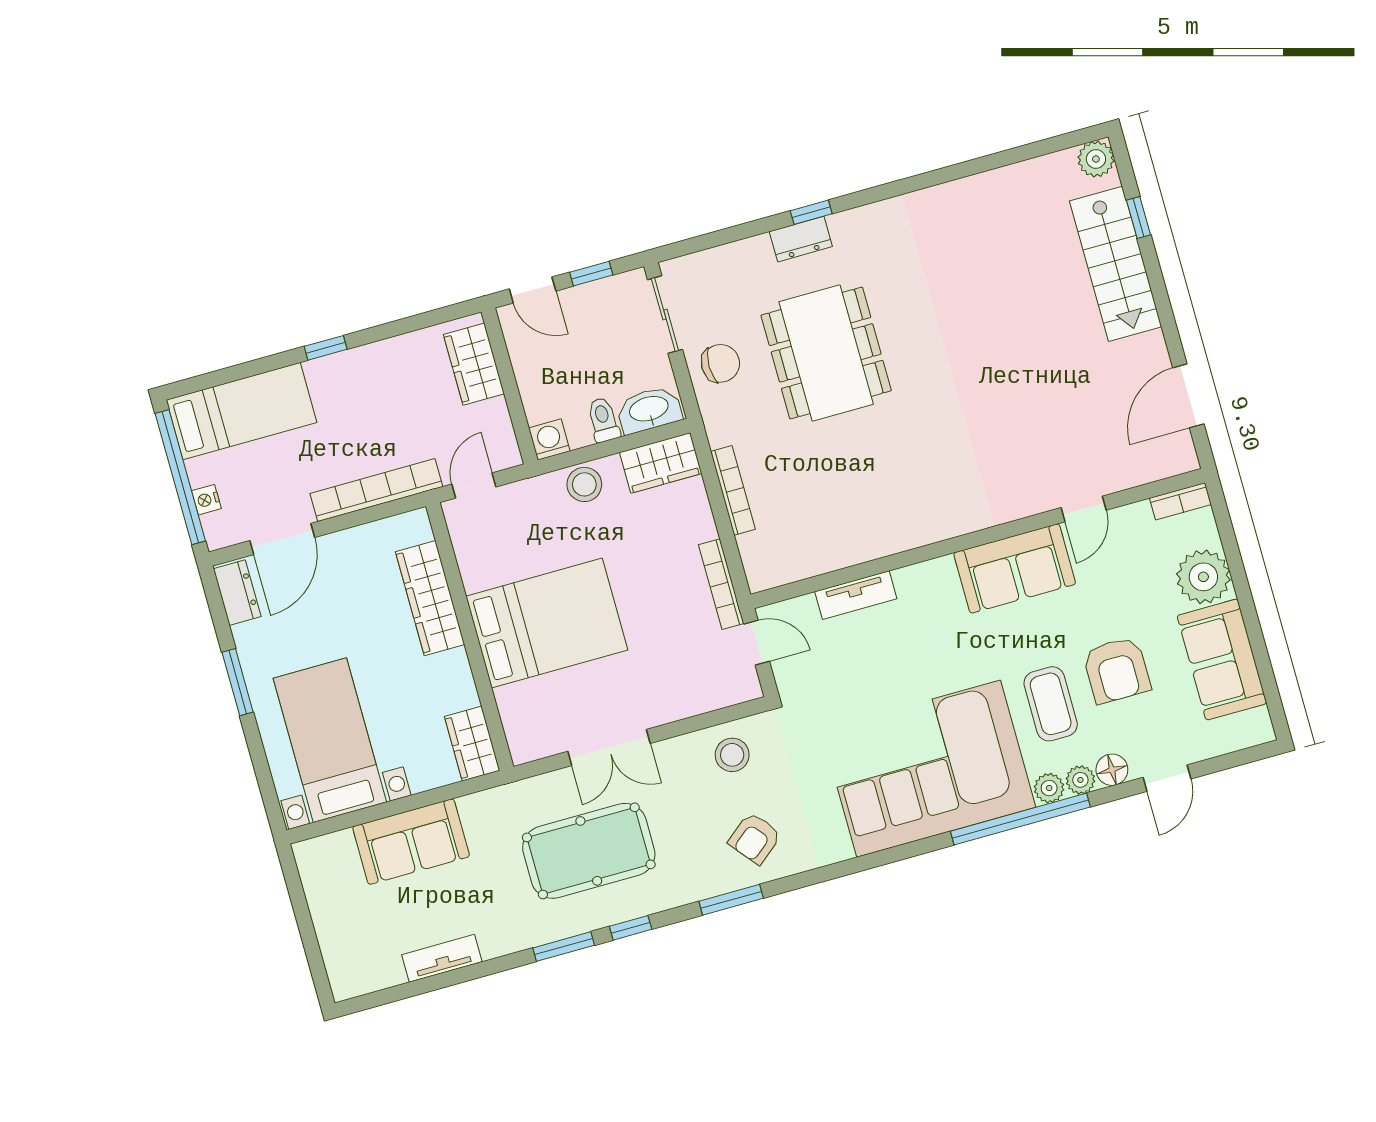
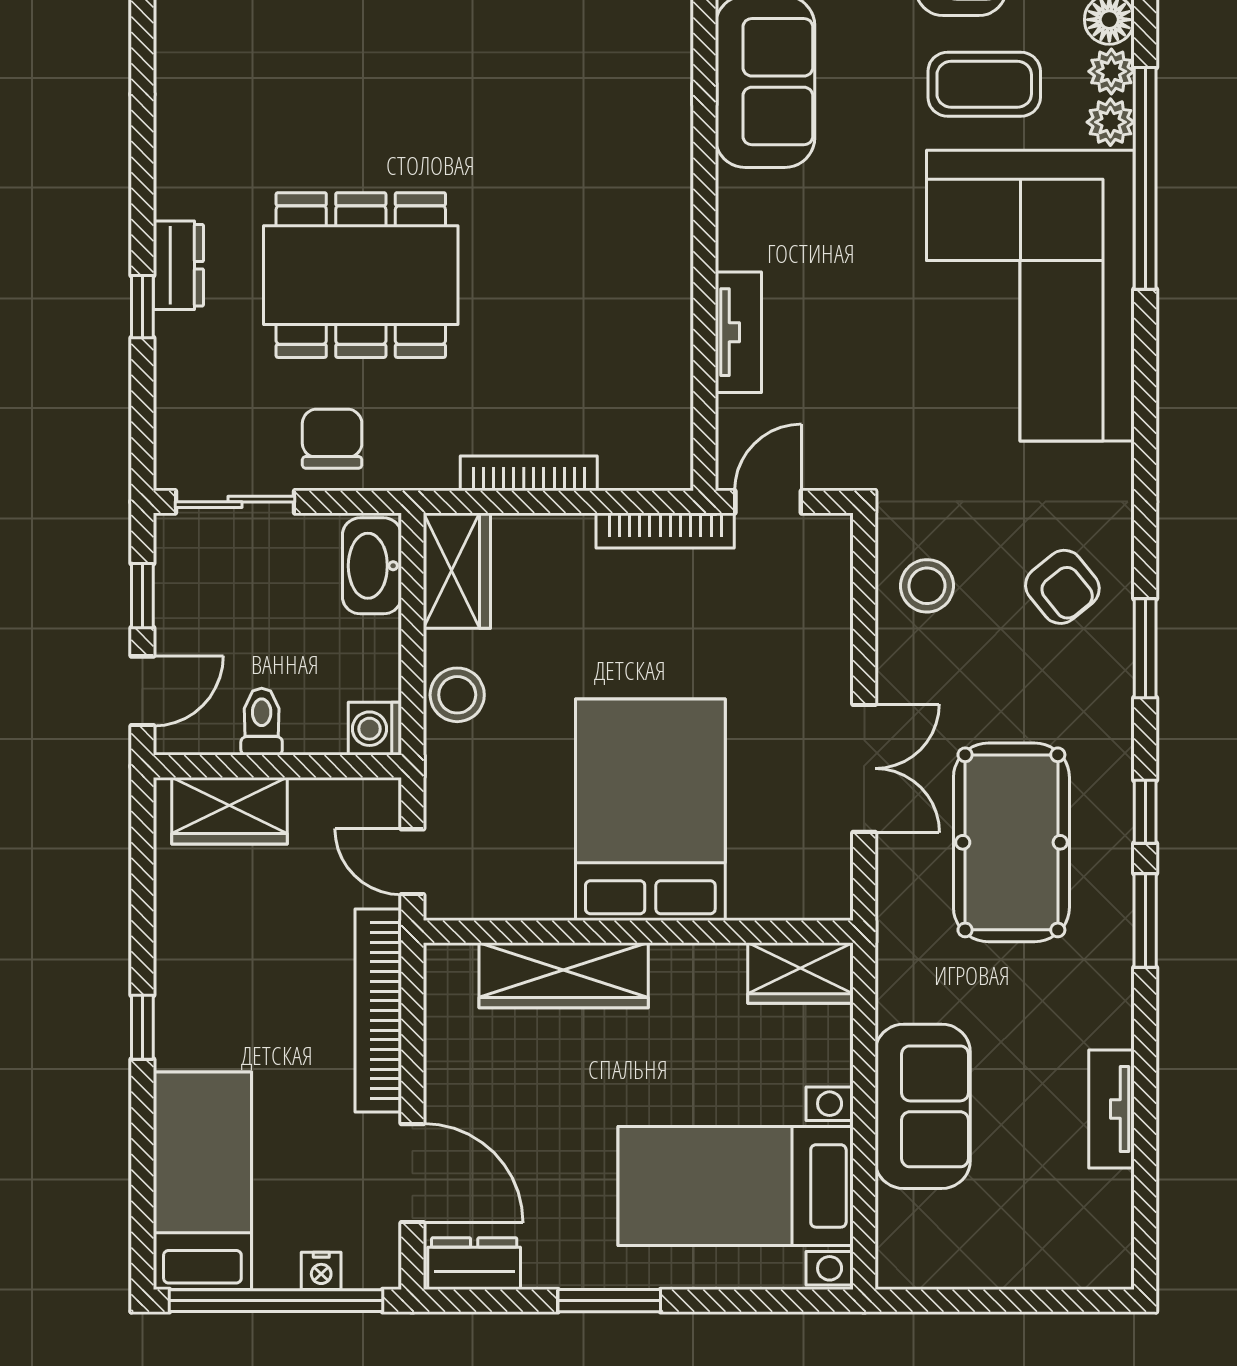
window: (811, 212) -> (142, 307), moved
toilet: (603, 420) -> (262, 722), moved, turned 90

